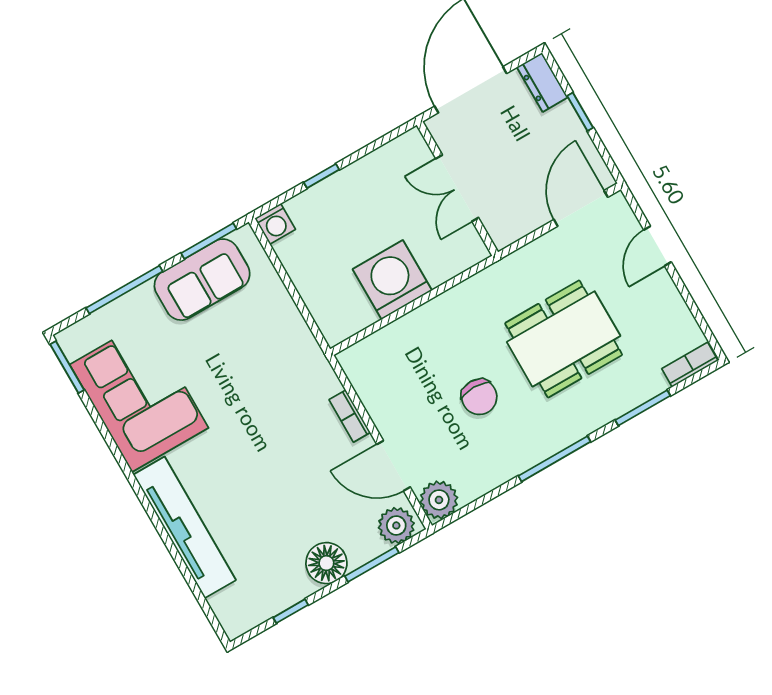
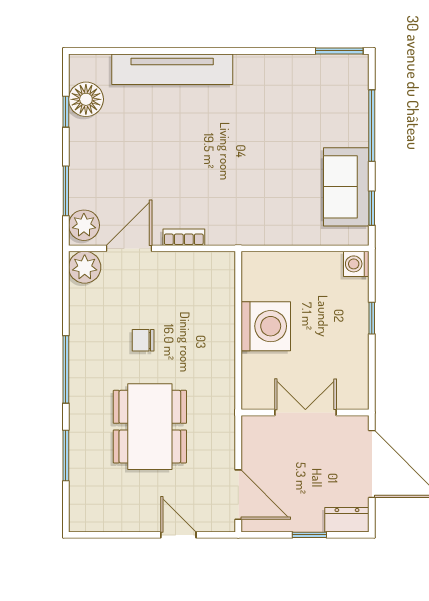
window: (209, 241) -> (372, 208), width x0.67
bookcase: (690, 365) -> (78, 508), removed
corner sofa: (139, 396) -> (287, 91), removed
chair: (479, 397) -> (143, 340), width x0.73, depth x0.73
floor lamp: (326, 563) -> (86, 99), moved

